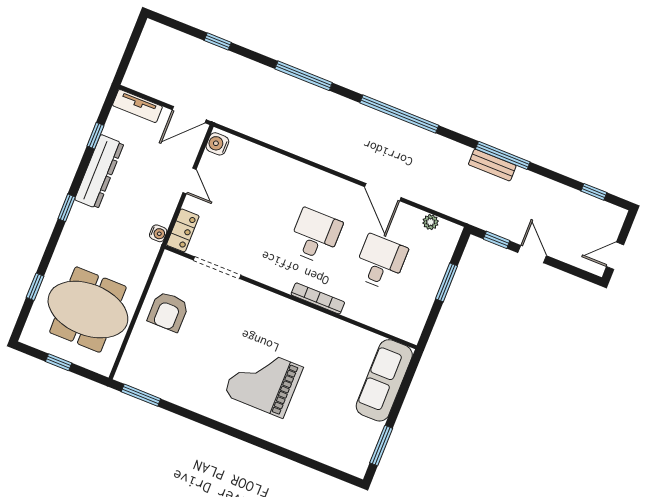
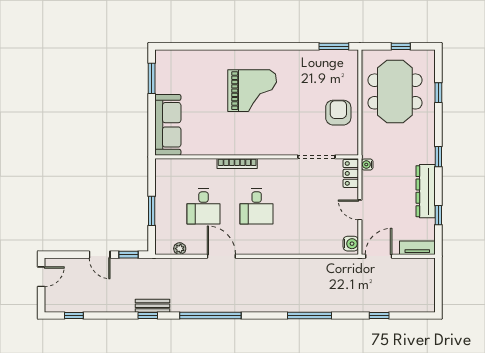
window: (399, 114) -> (210, 315), moved
window: (503, 155) -> (148, 315), width x0.46
meeting table: (88, 310) -> (395, 91), turned 90

